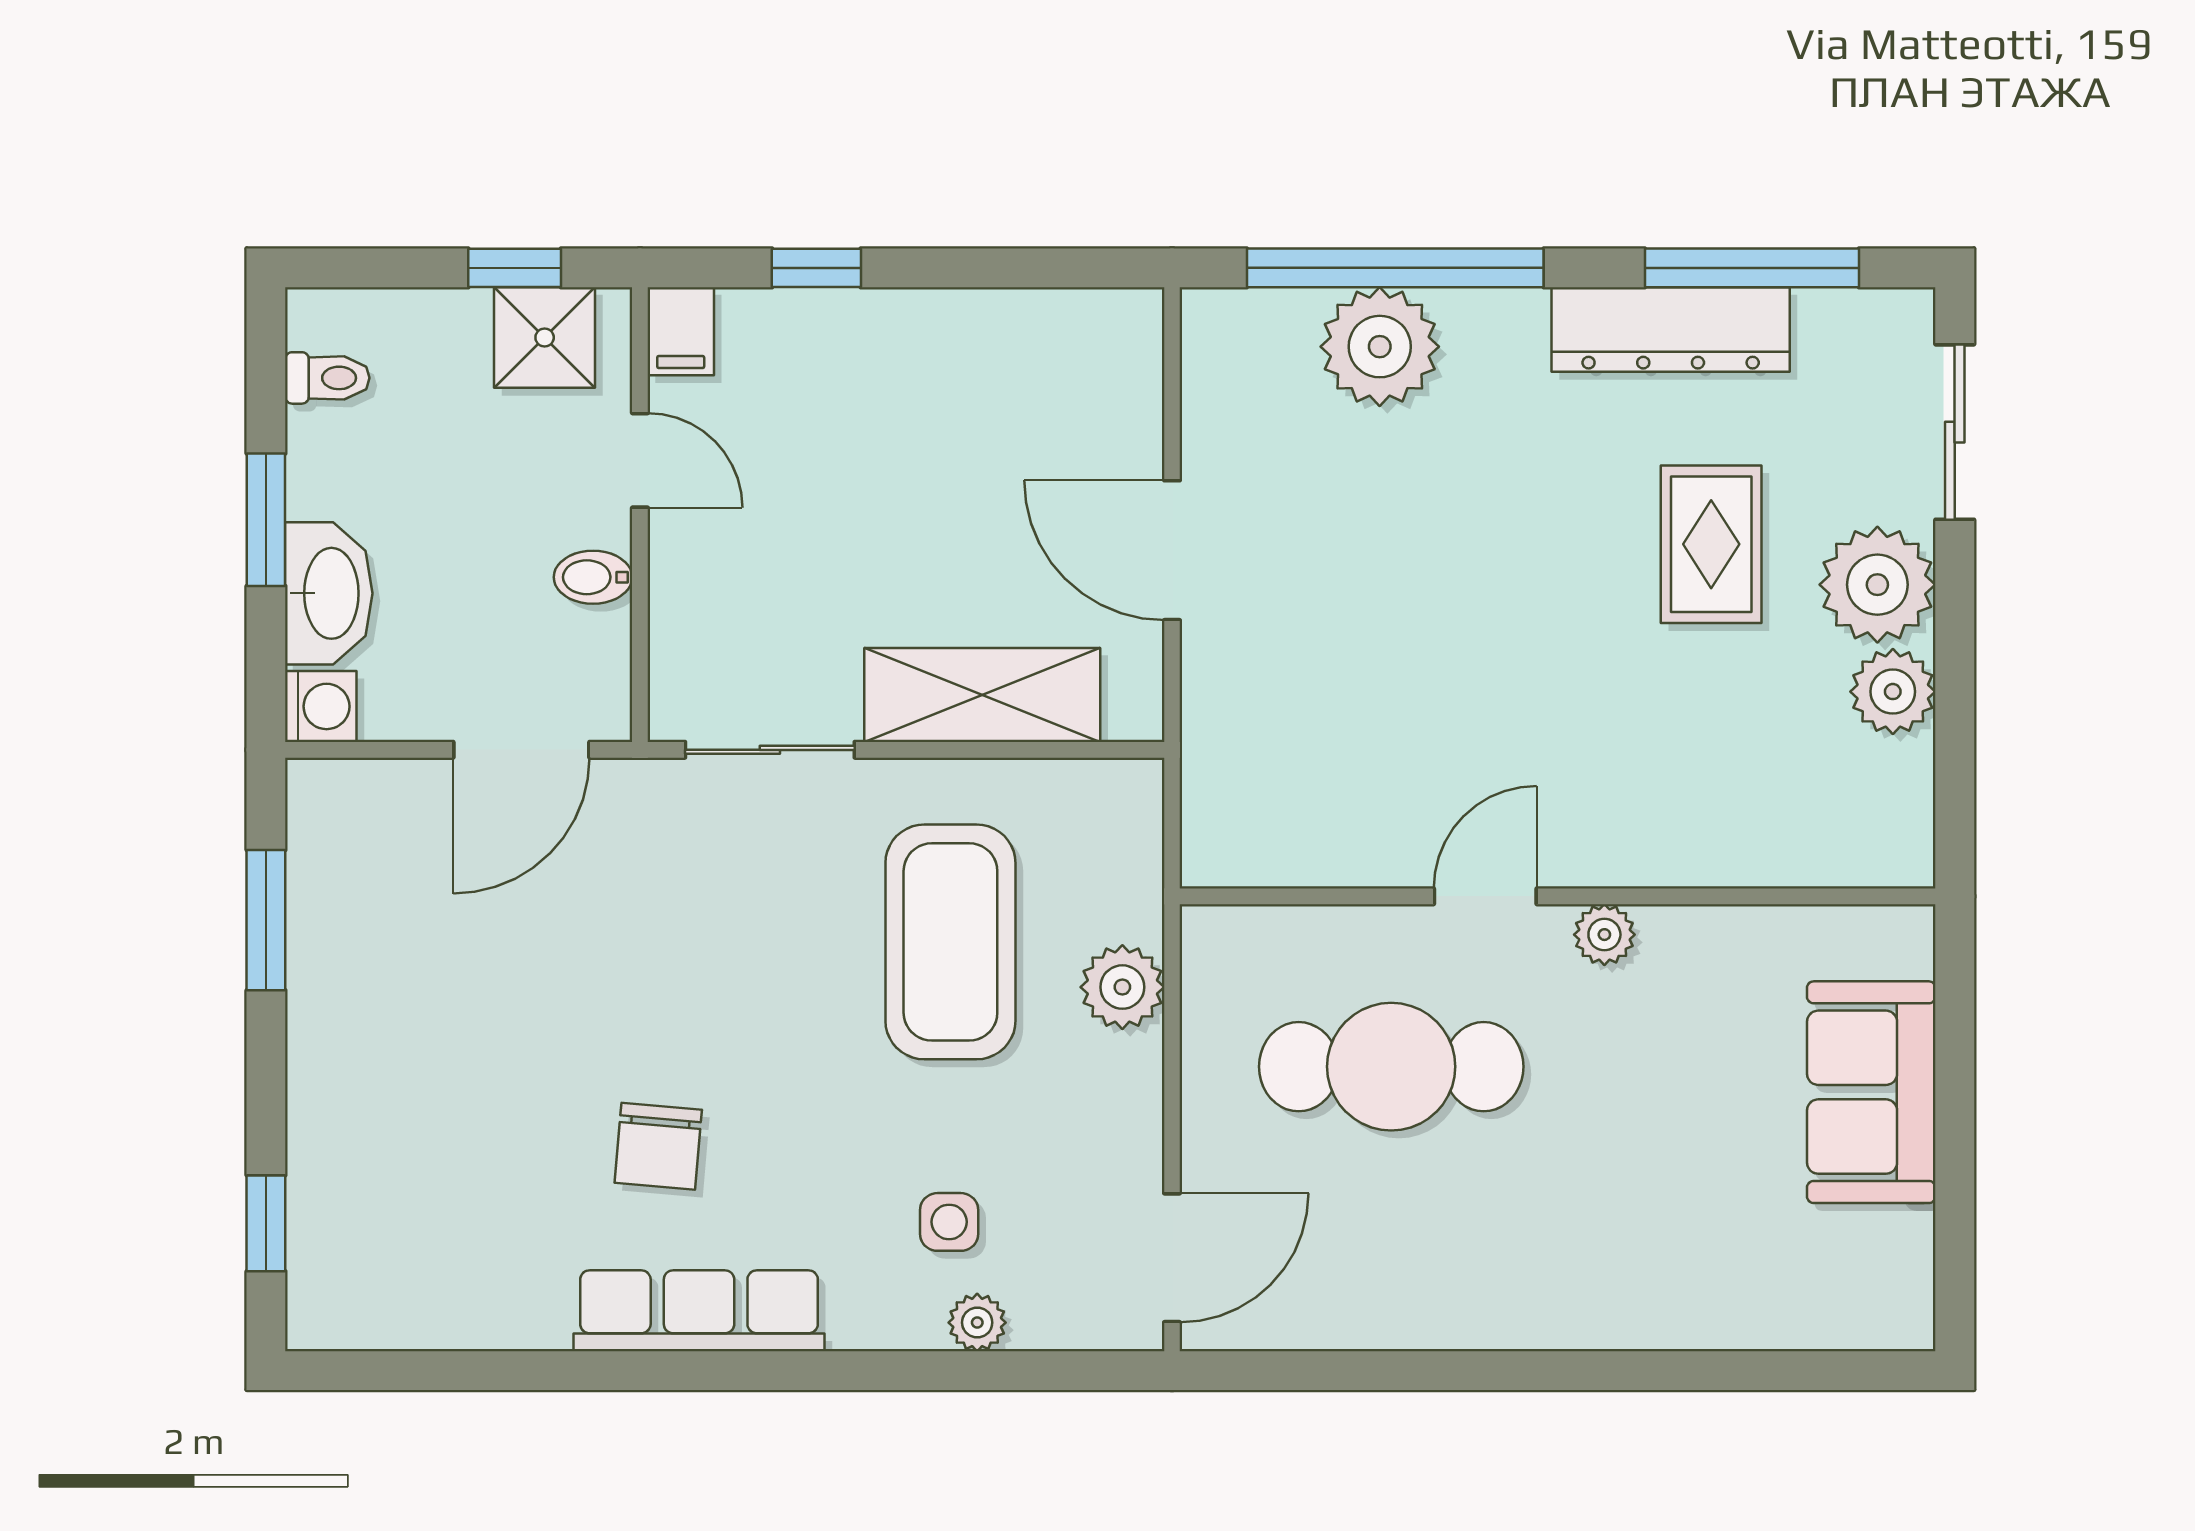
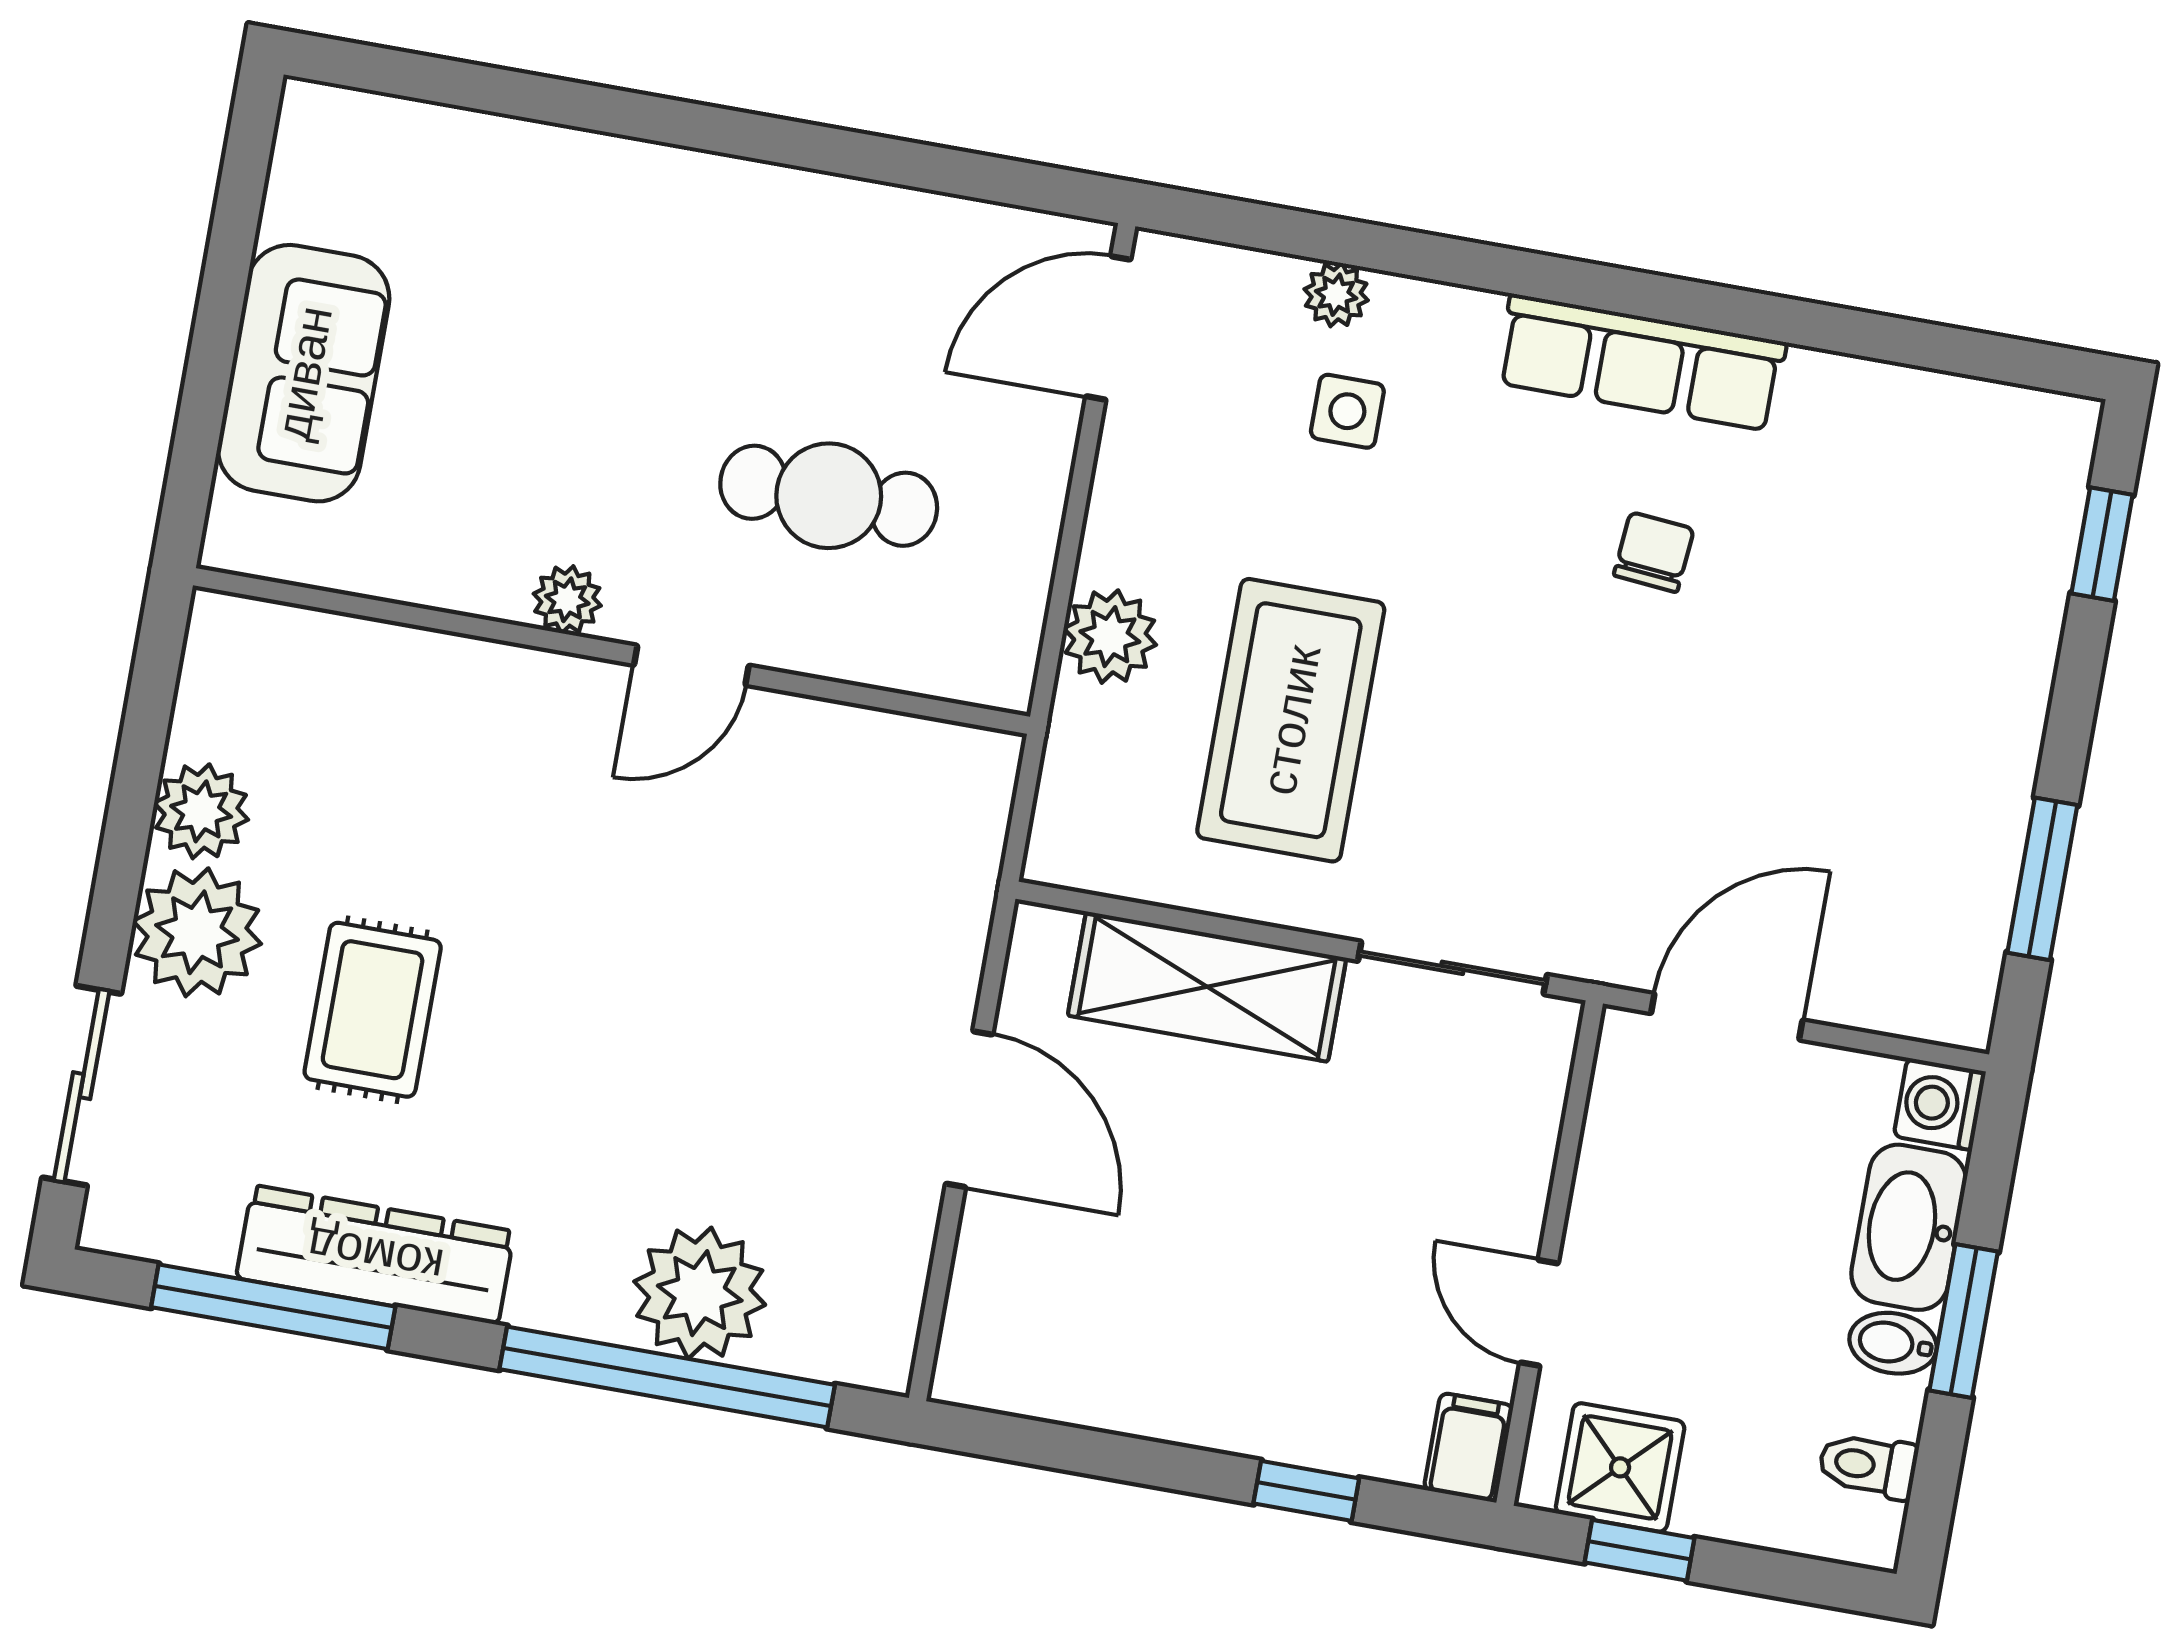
bidet: (593, 577) -> (1893, 1343), moved, turned 180
cafe table: (1391, 1067) -> (829, 496), width x0.73, depth x0.74
chair: (658, 1146) -> (1654, 552), width x0.73, depth x0.73

